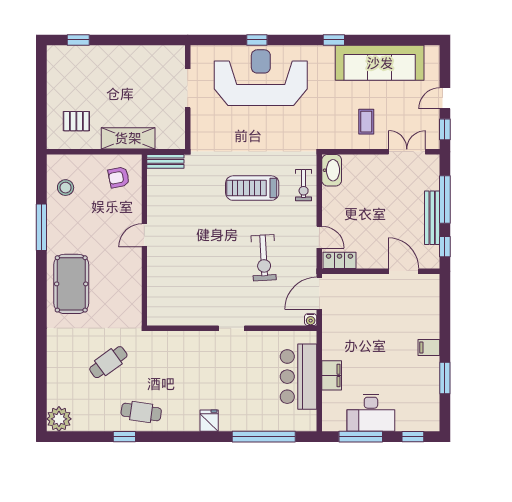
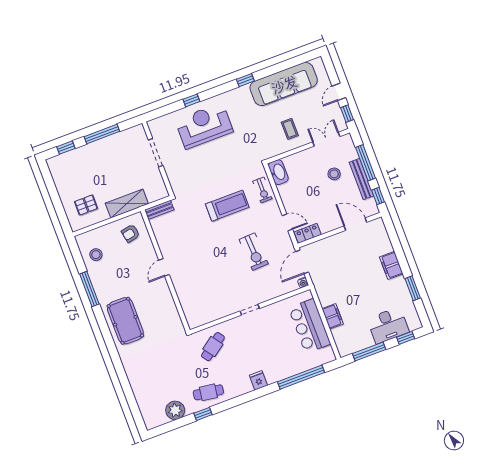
window: (130, 40) -> (102, 134), added
reception desk: (261, 78) -> (204, 126), width x0.74, depth x0.77
treadmill: (252, 188) -> (227, 206), turned 180
stool: (400, 199) -> (334, 174), added
filing cabinet: (429, 348) -> (391, 265), width x2.00
cafe table: (108, 362) -> (213, 347), moved
desk: (371, 413) -> (388, 325), moved
plant: (59, 419) -> (175, 410), moved

